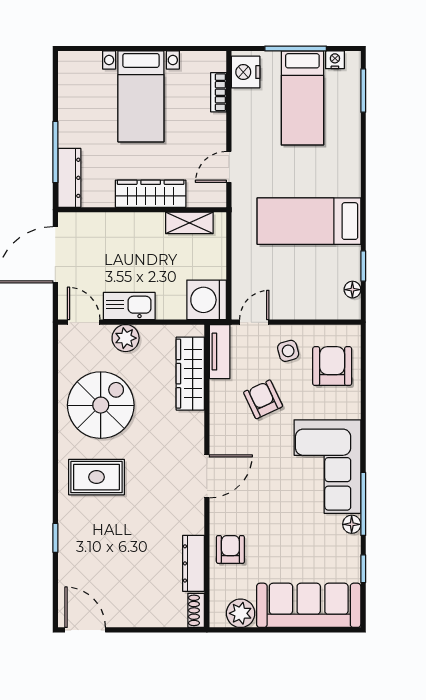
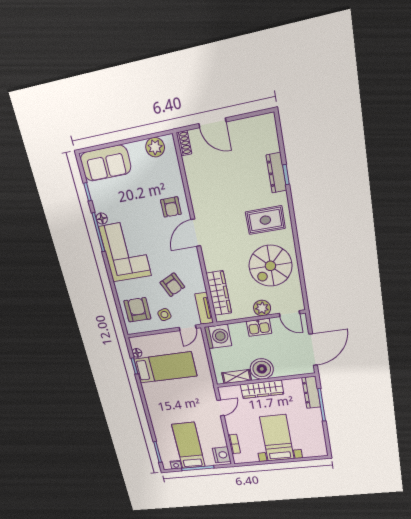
bed: (309, 221) -> (165, 367), moved
boiler: (144, 231) -> (262, 369), added
kitchen sink: (129, 306) -> (259, 327), width x0.73
armchair: (332, 366) -> (137, 310), turned 180
armchair: (230, 549) -> (171, 207), moved
dresser: (193, 563) -> (276, 173), moved, turned 180
sofa: (309, 605) -> (106, 163), width x0.73
door: (85, 630) -> (212, 123), moved

